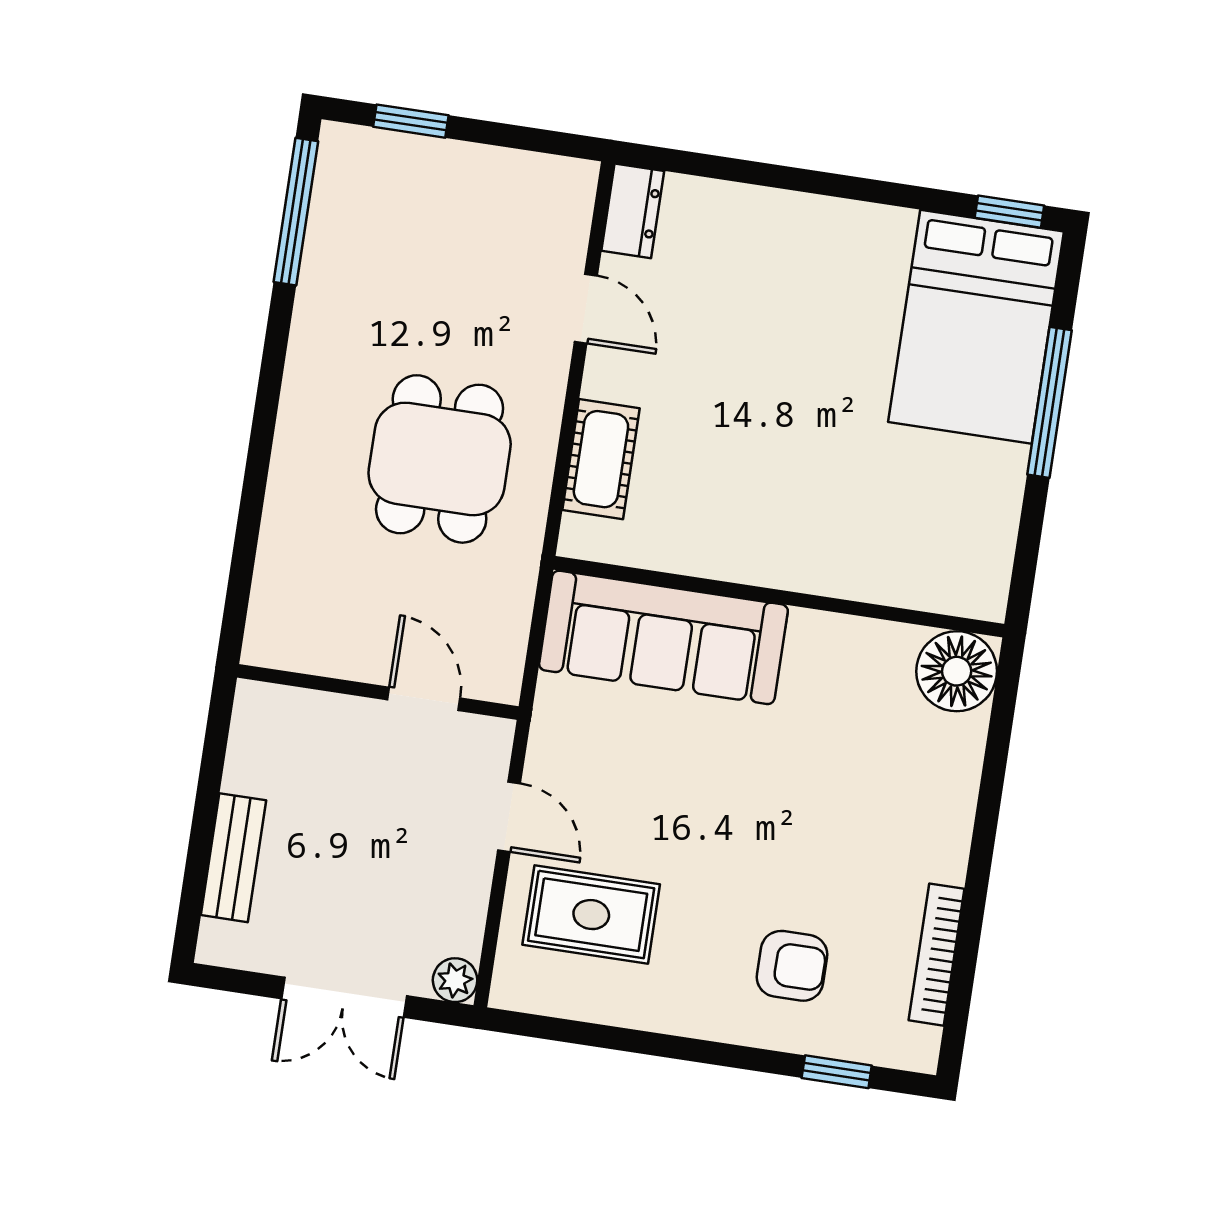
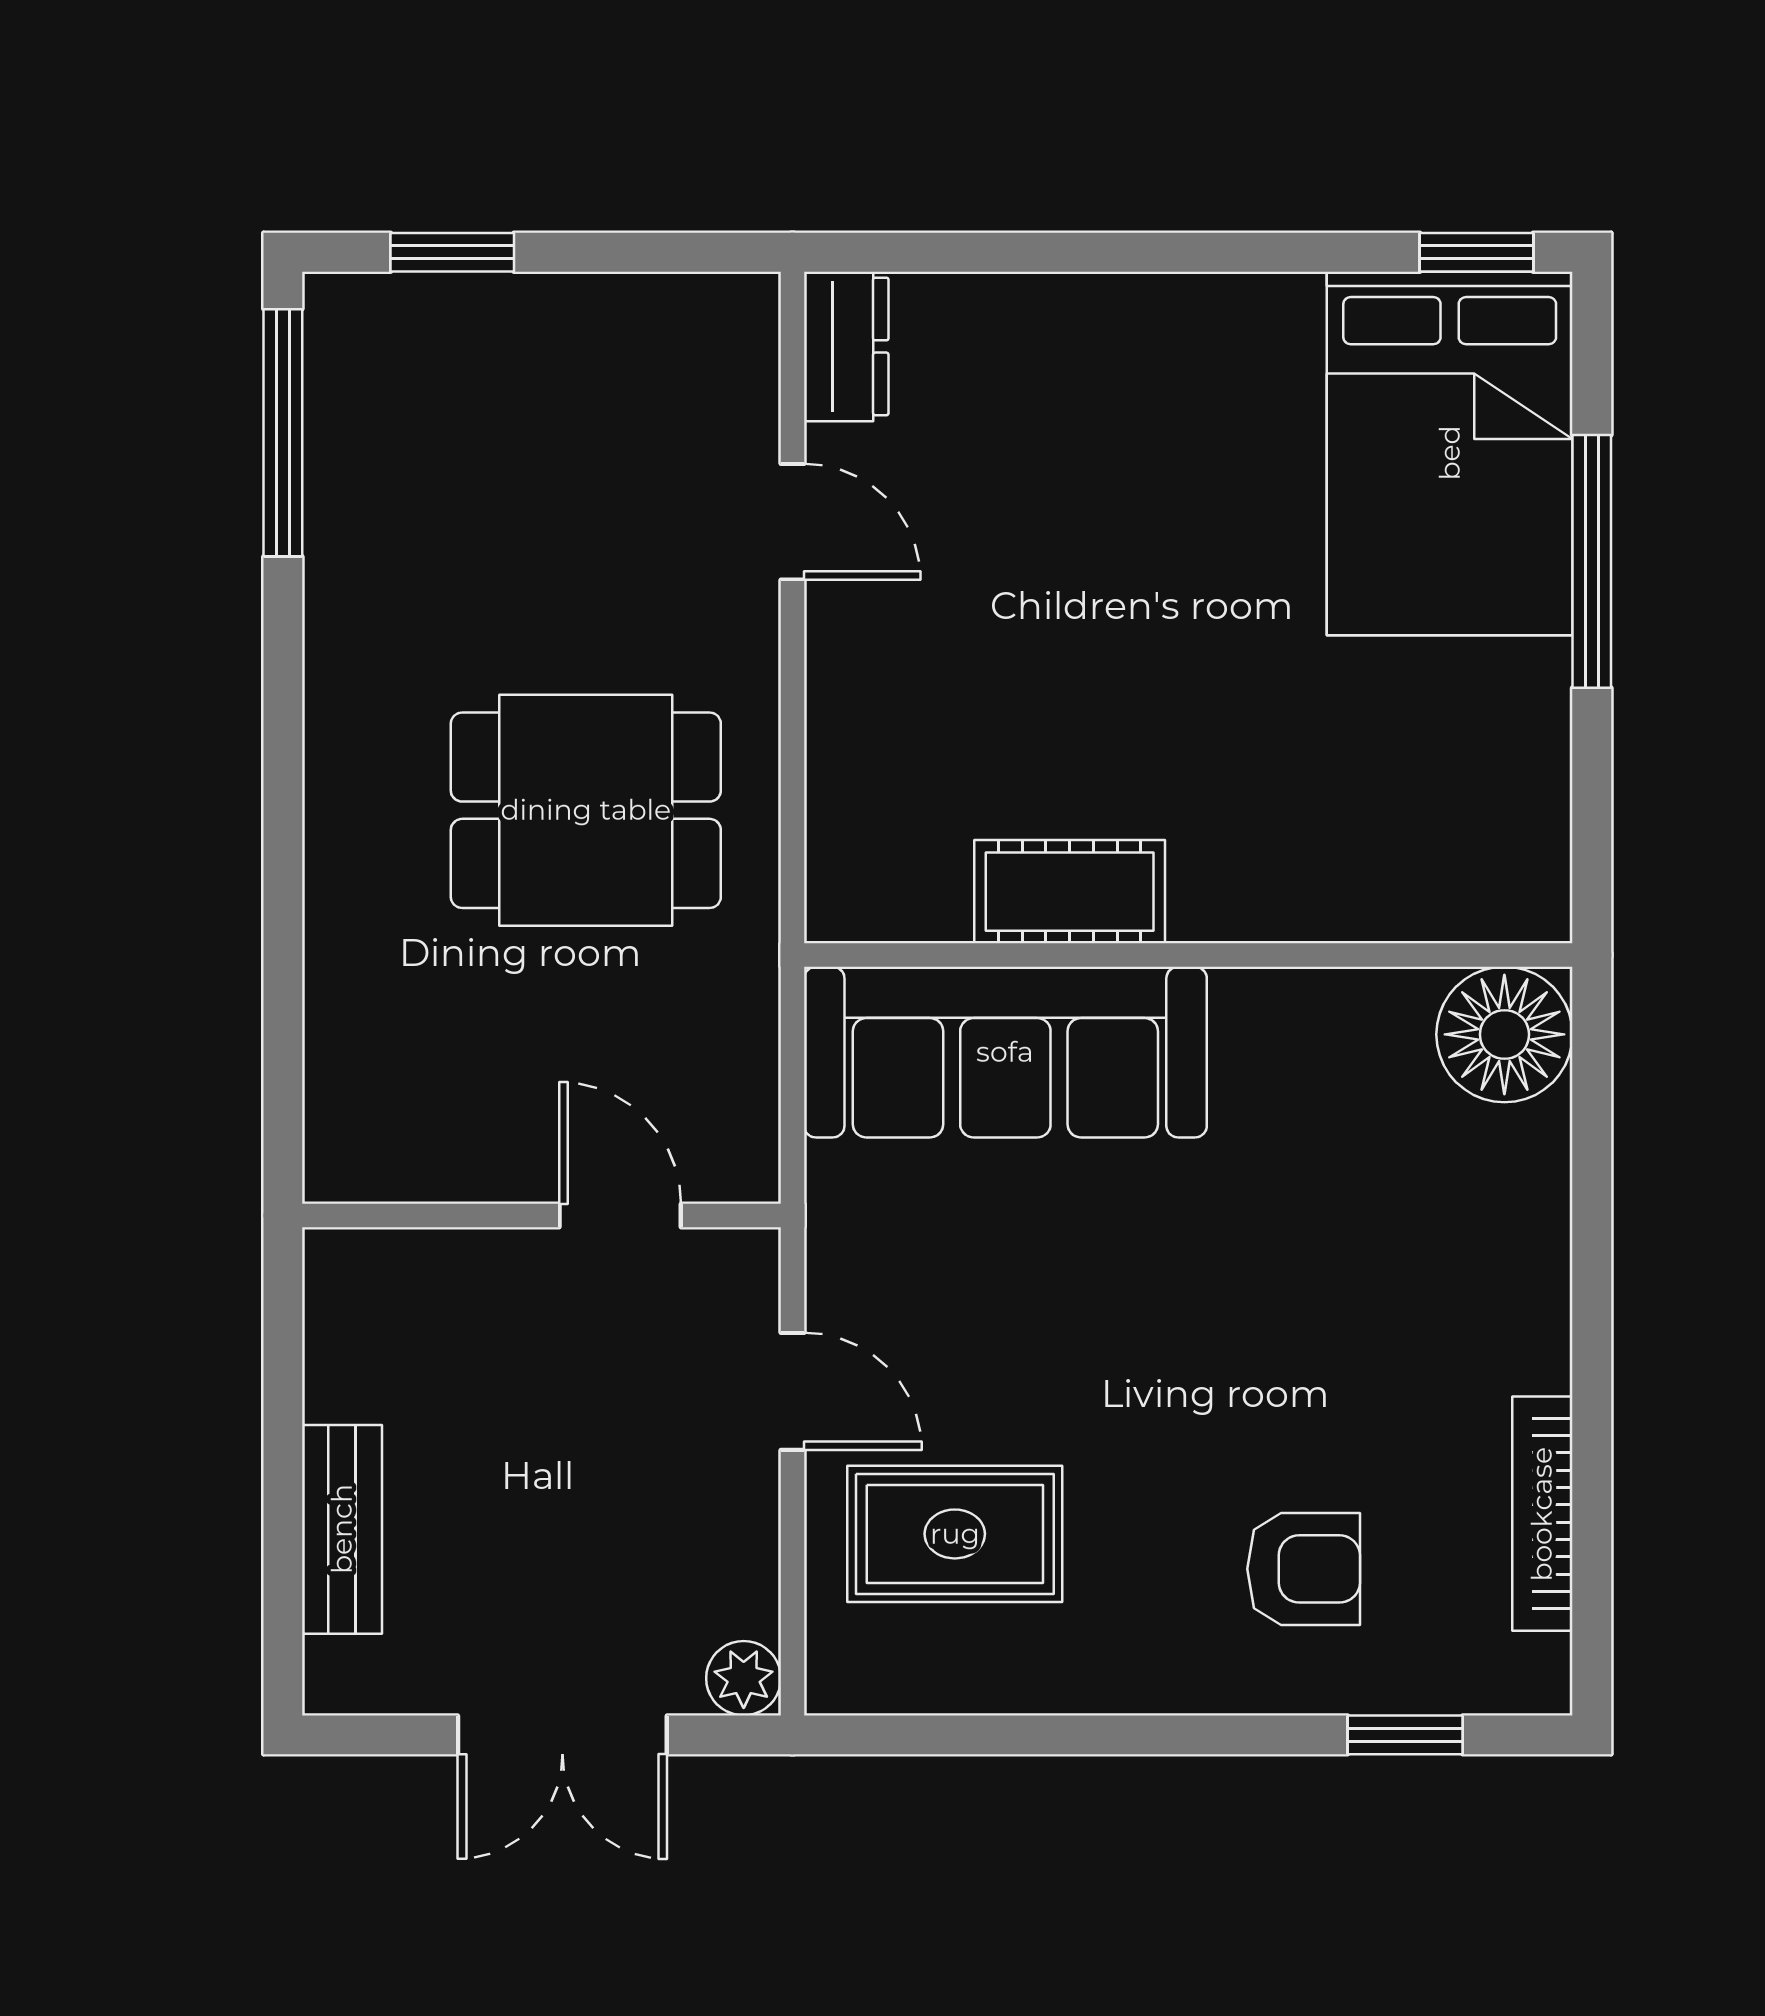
dining table: (440, 459) -> (586, 810), turned 90
cot: (601, 459) -> (1070, 892), moved, turned 90

